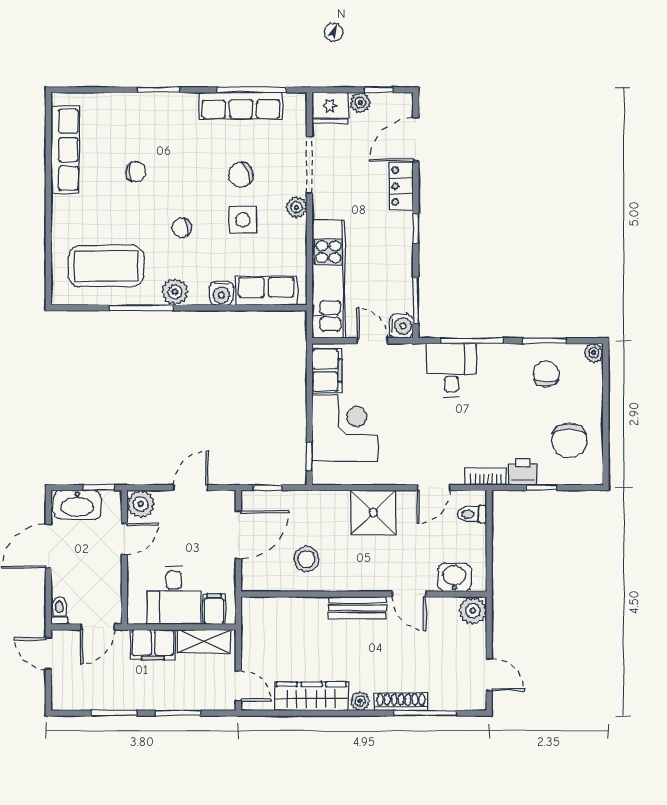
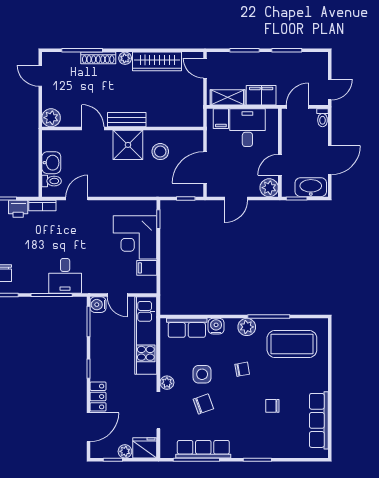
filing cabinet: (327, 371) -> (147, 268), width x0.50
shower: (373, 513) -> (128, 145), moved
washbasin: (454, 577) -> (51, 163), moved, turned -90
door: (48, 653) -> (330, 90), hinge flipped

